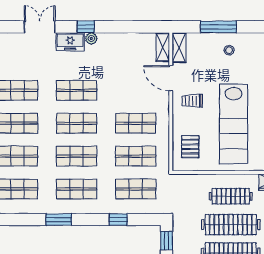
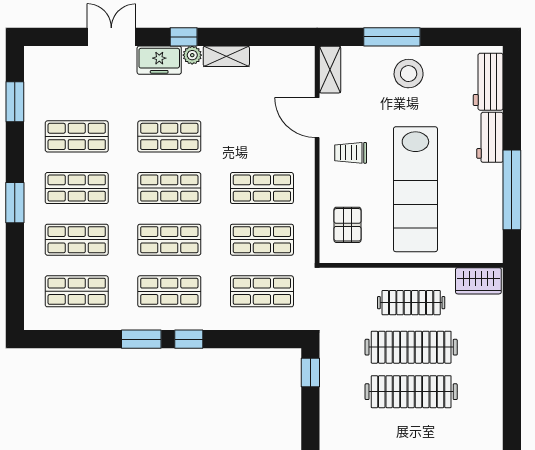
shelving: (163, 47) -> (226, 56), moved, turned 90
stool: (229, 50) -> (409, 74), width x1.89, depth x1.89
window: (118, 220) -> (189, 339), moved

